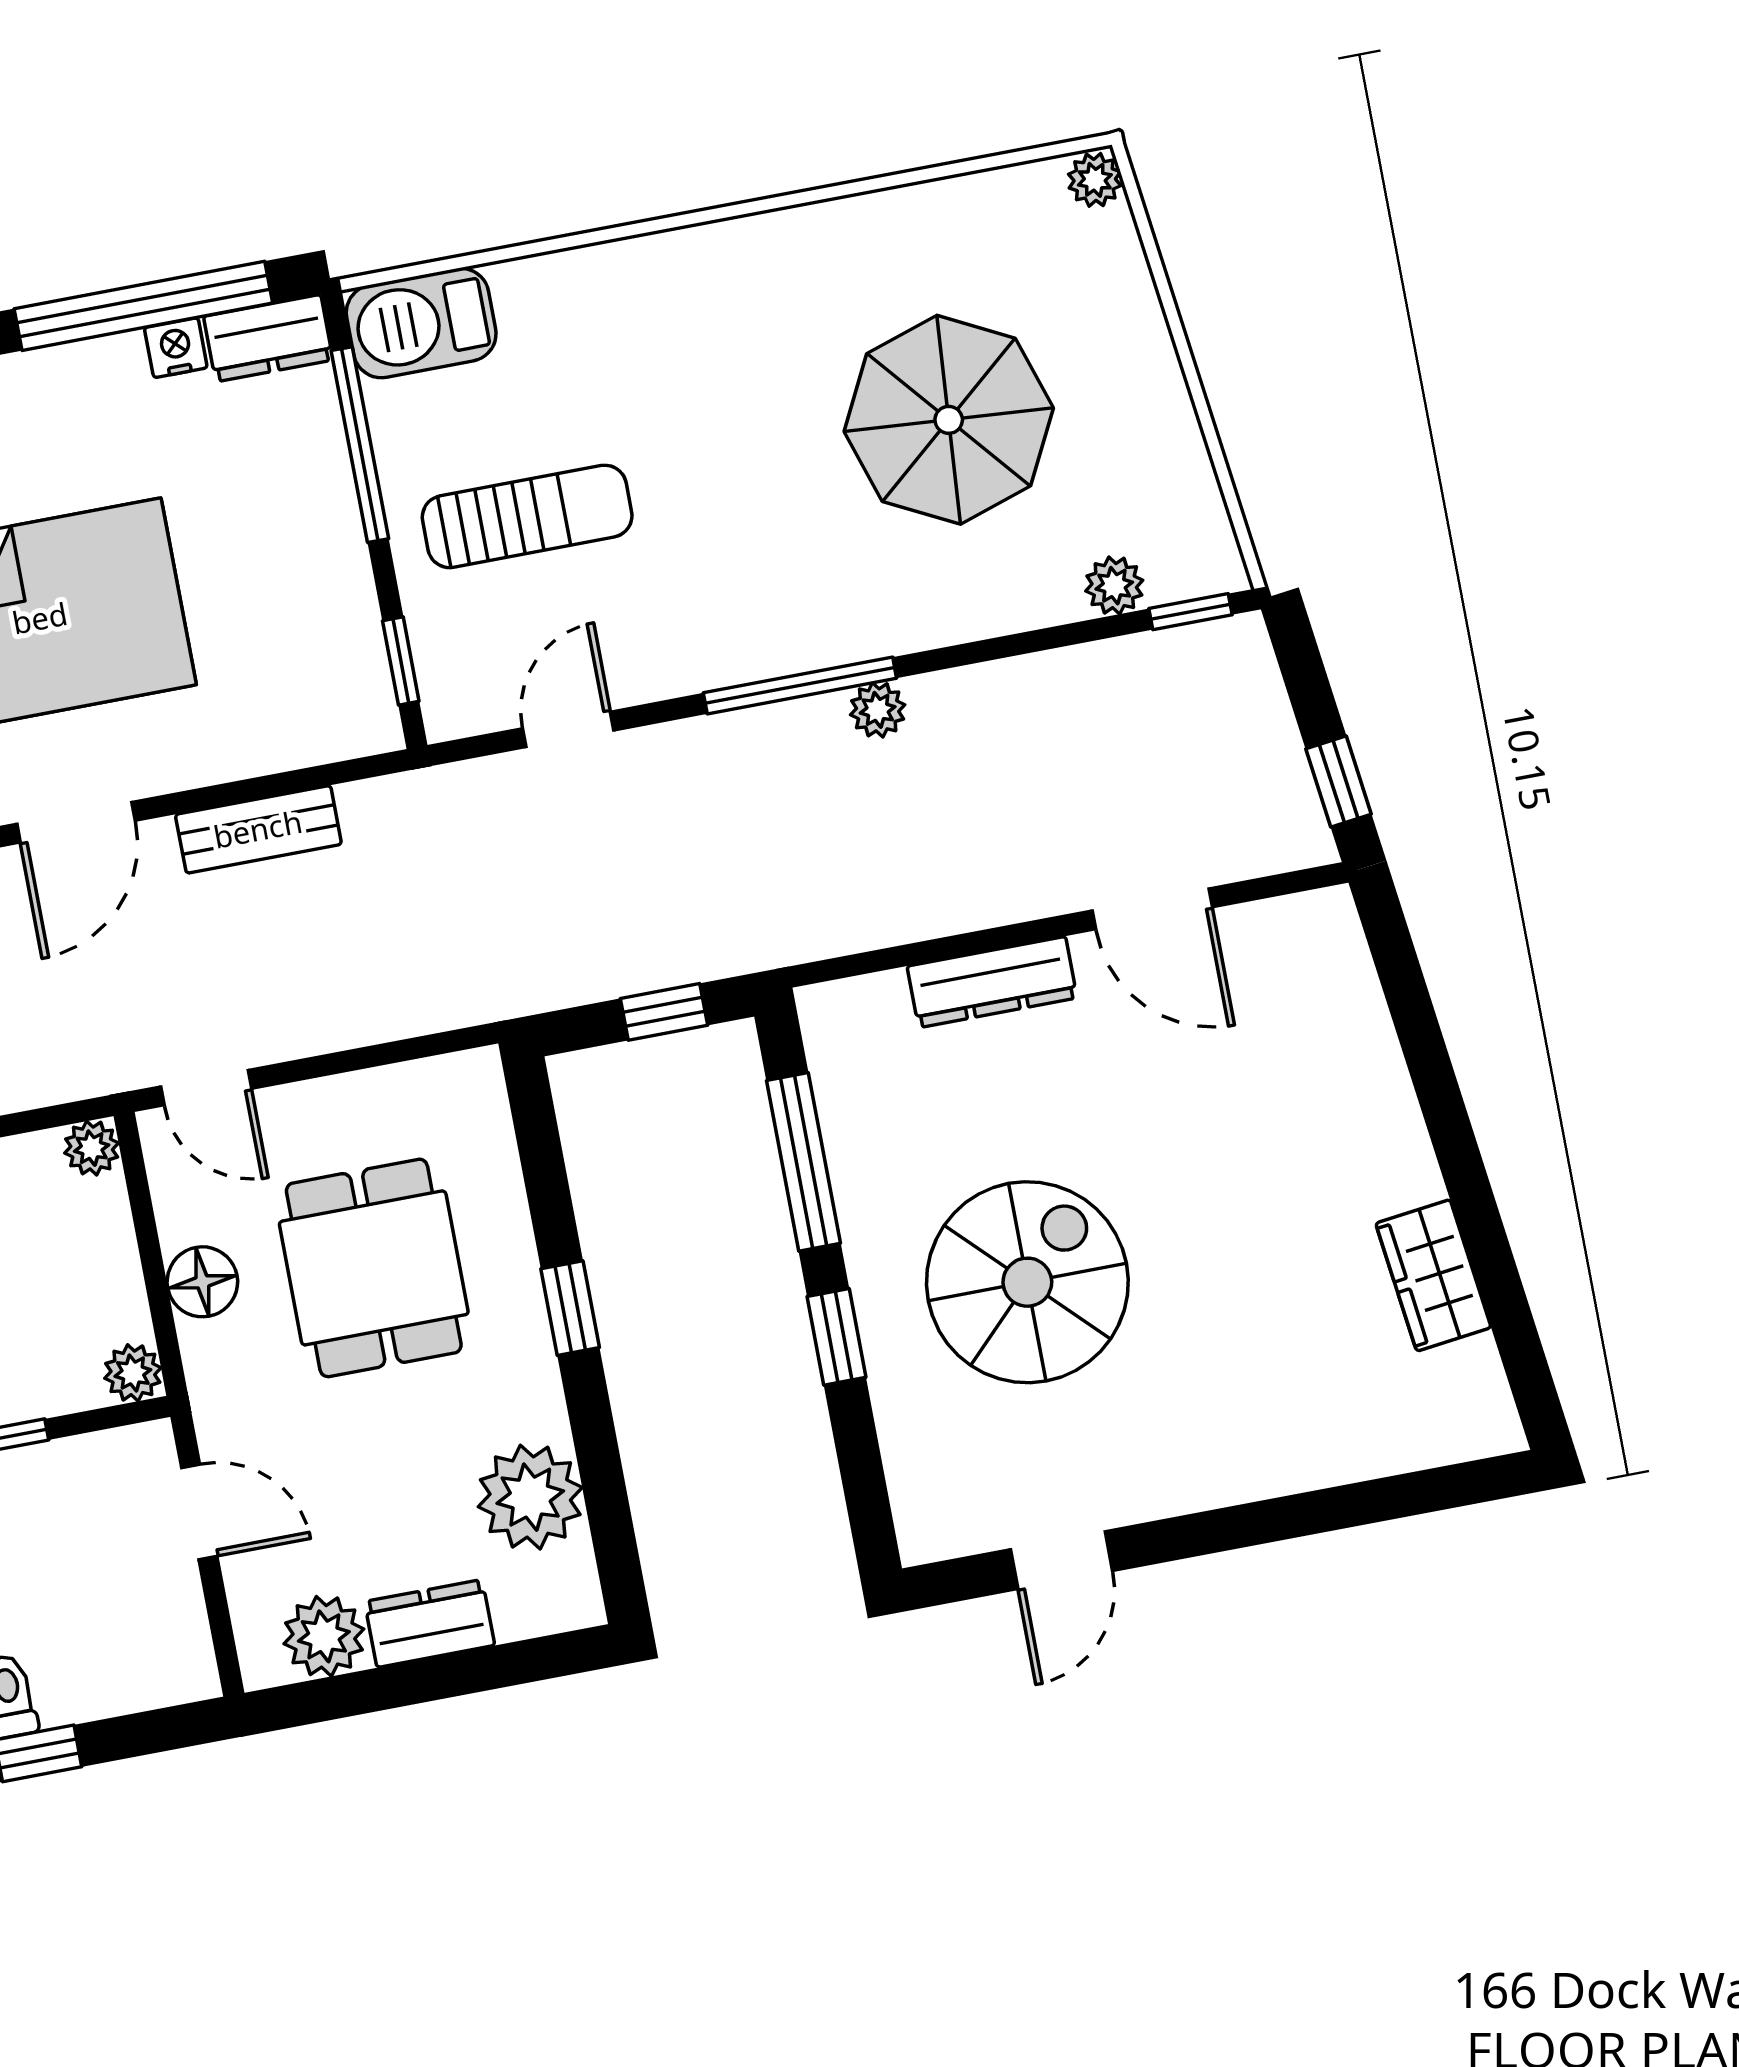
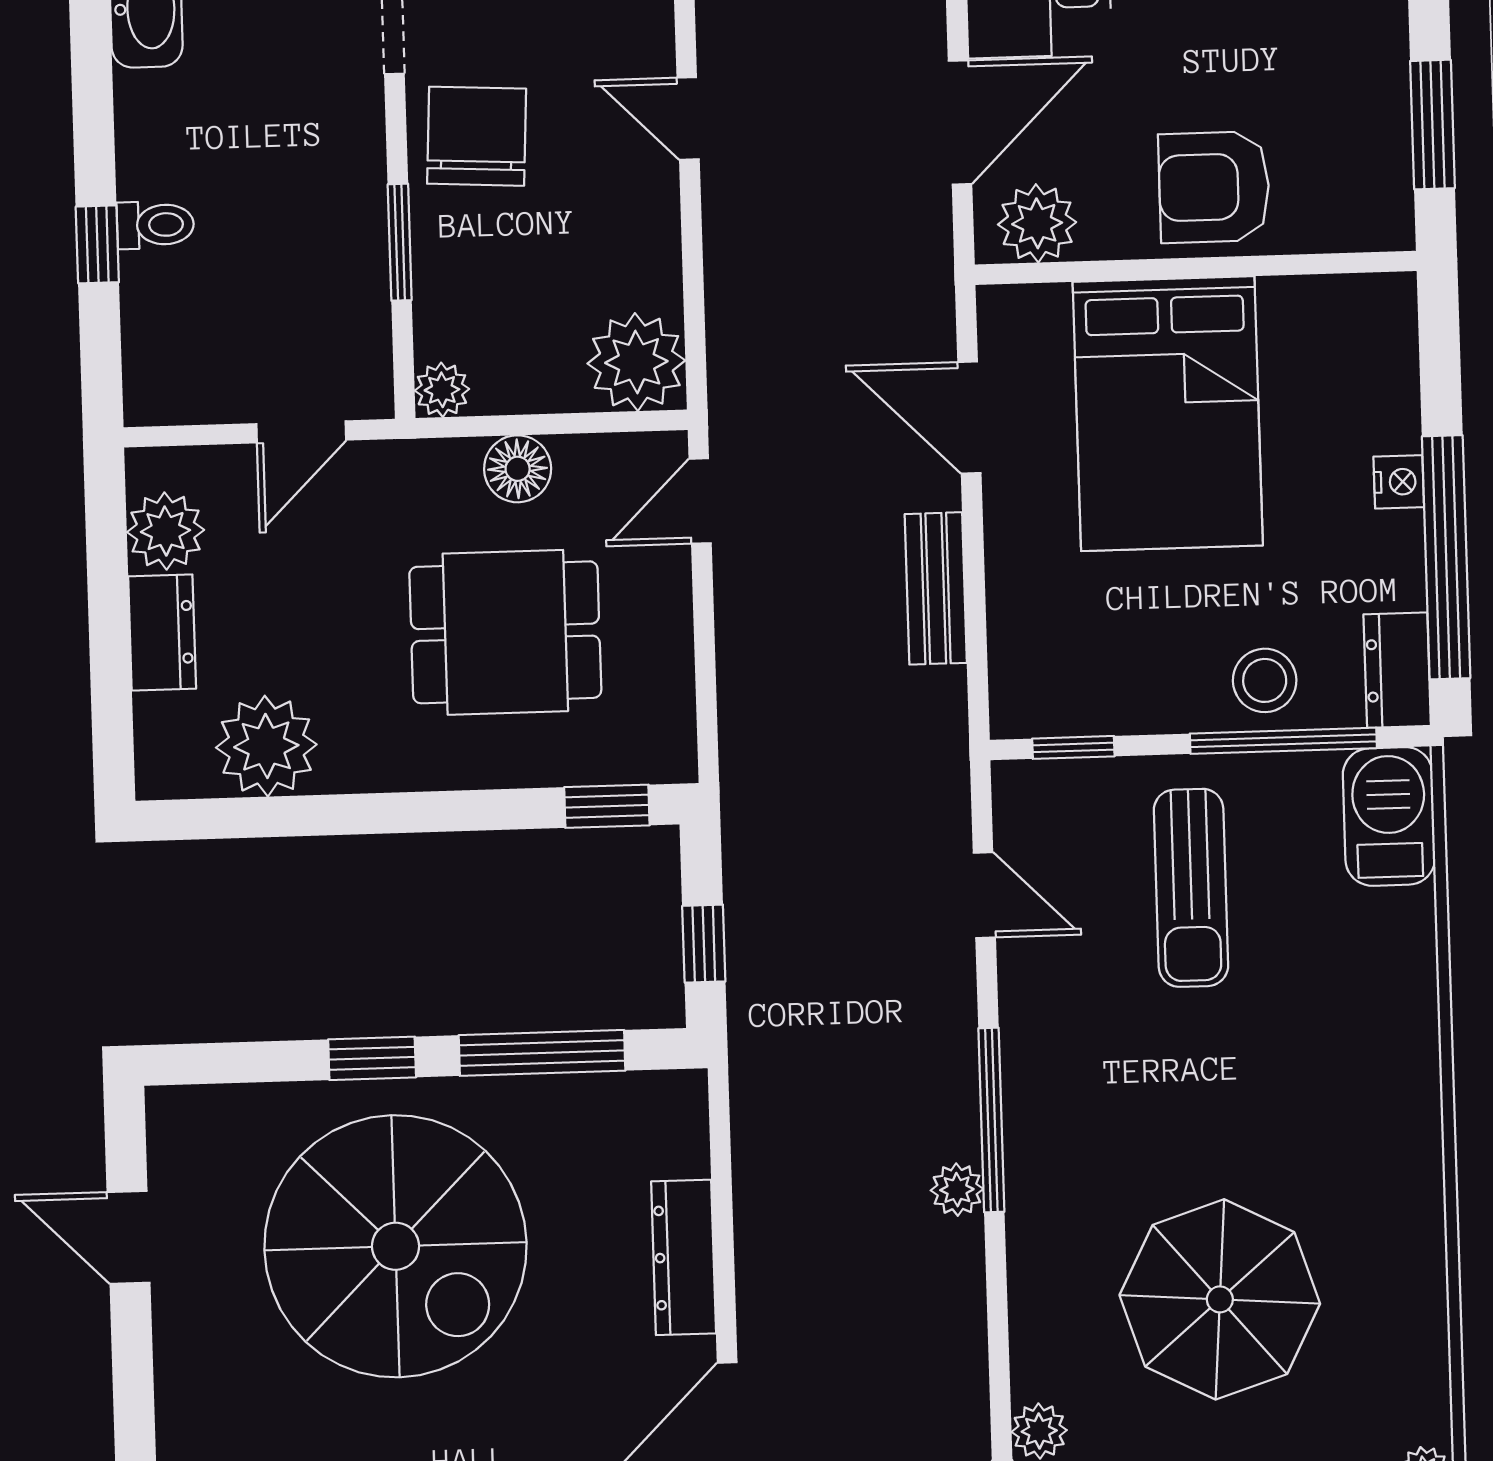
nightstand: (176, 348) -> (1399, 482), moved
stool: (300, 474) -> (1265, 680), added
plant: (92, 1148) -> (636, 362), width x1.87, depth x1.87
spiral stairs: (1027, 1282) -> (395, 1246), width x1.37, depth x1.37
window: (570, 1308) -> (607, 806), moved

